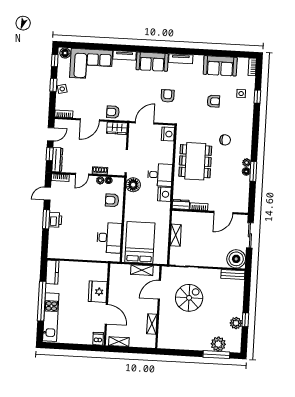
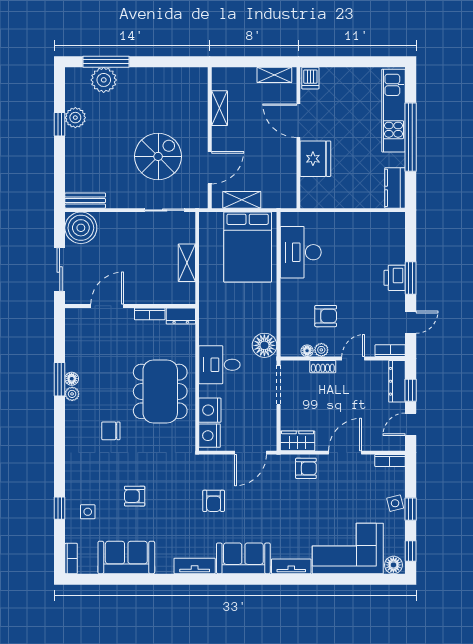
nightstand: (164, 194) -> (210, 410), moved
armchair: (112, 200) -> (326, 316), moved
spiral stairs: (189, 298) -> (158, 156), turned 180

